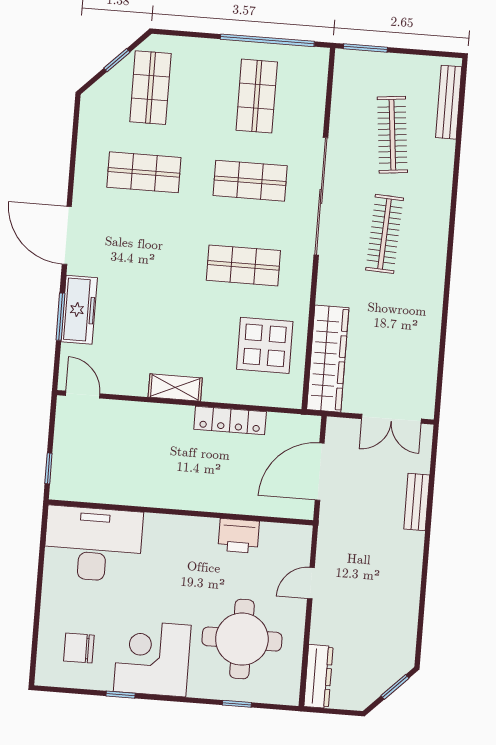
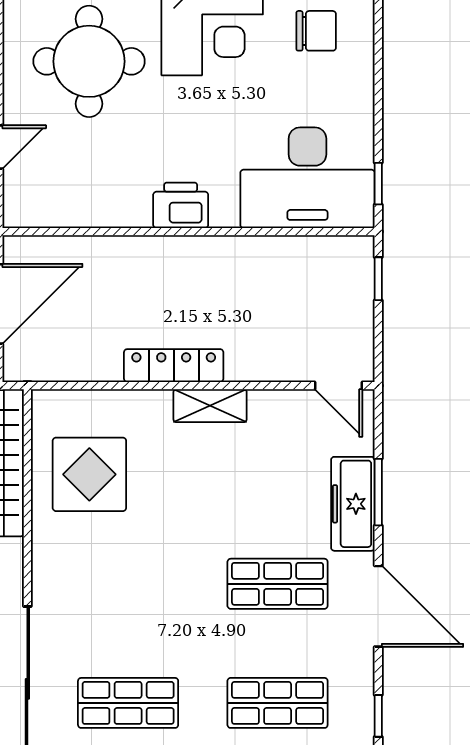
window: (73, 157) -> (378, 716), added
shop shelf: (243, 265) -> (278, 584), moved
locker: (230, 420) -> (174, 366), moved
window: (43, 536) -> (378, 184), added
printer: (239, 536) -> (181, 205), moved

